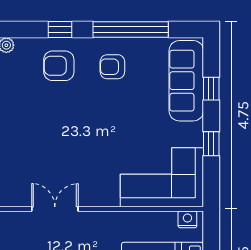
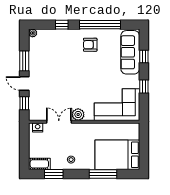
armchair: (59, 66) -> (61, 44), removed
plant: (90, 196) -> (78, 115), added
nightstand: (187, 219) -> (38, 127), moved

